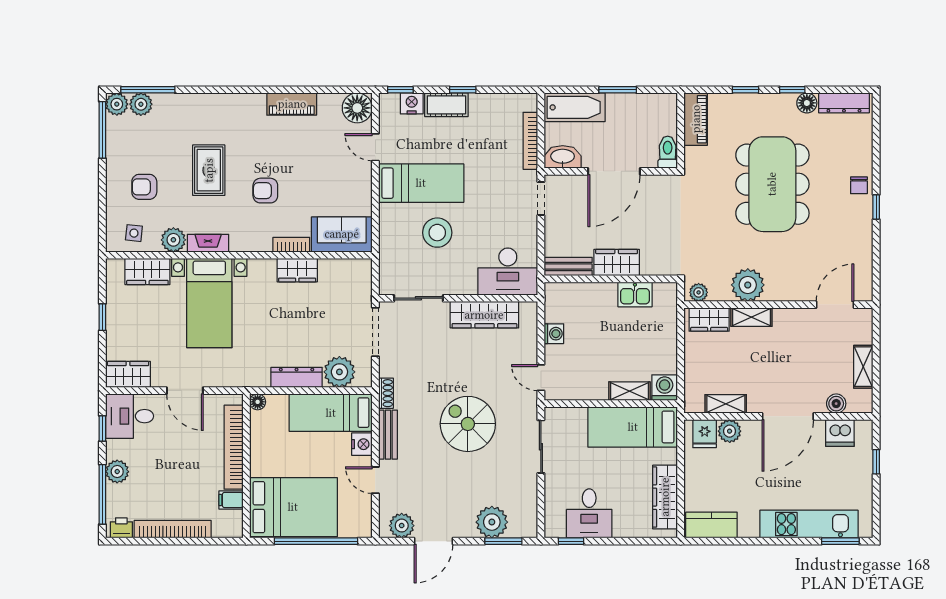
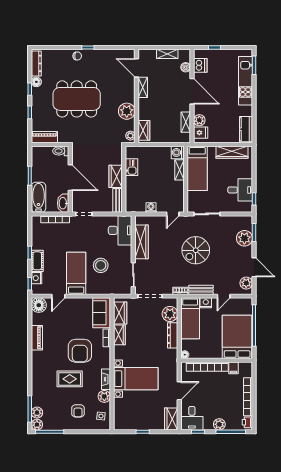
armchair: (265, 191) -> (80, 351), width x1.88, depth x1.88
wardrobe: (147, 272) -> (120, 313), moved
shelving: (751, 317) -> (143, 87), moved

